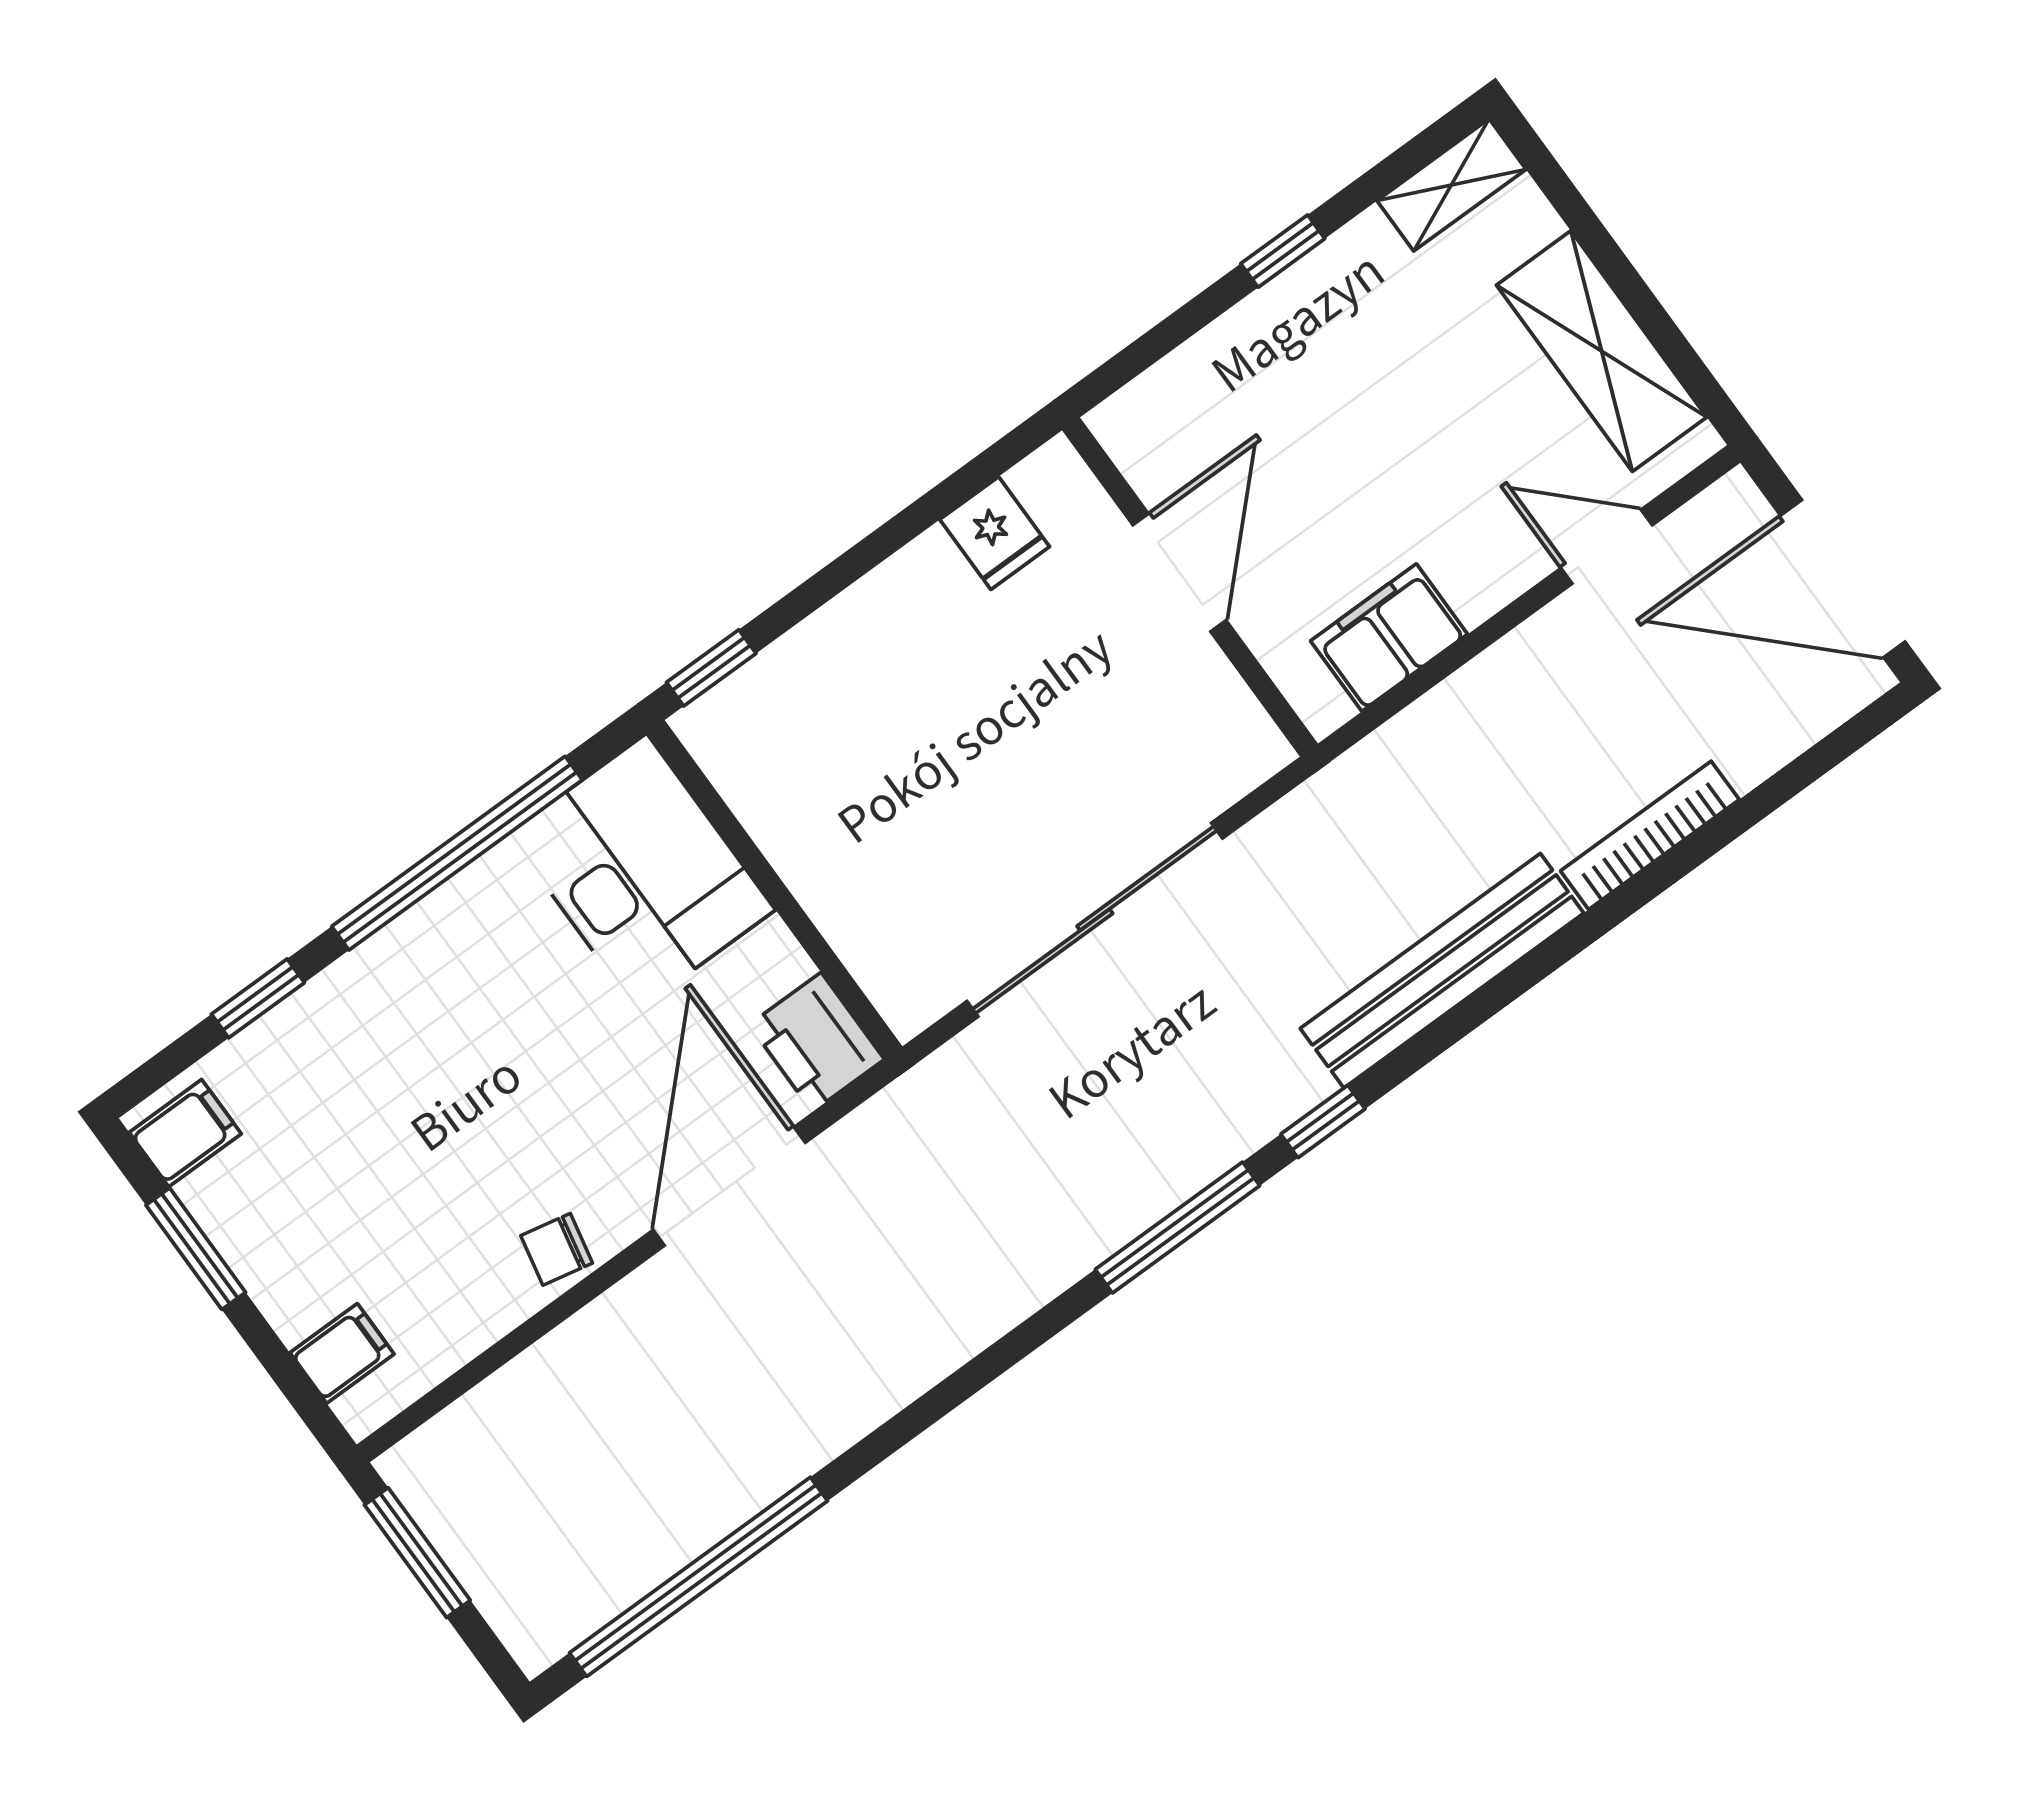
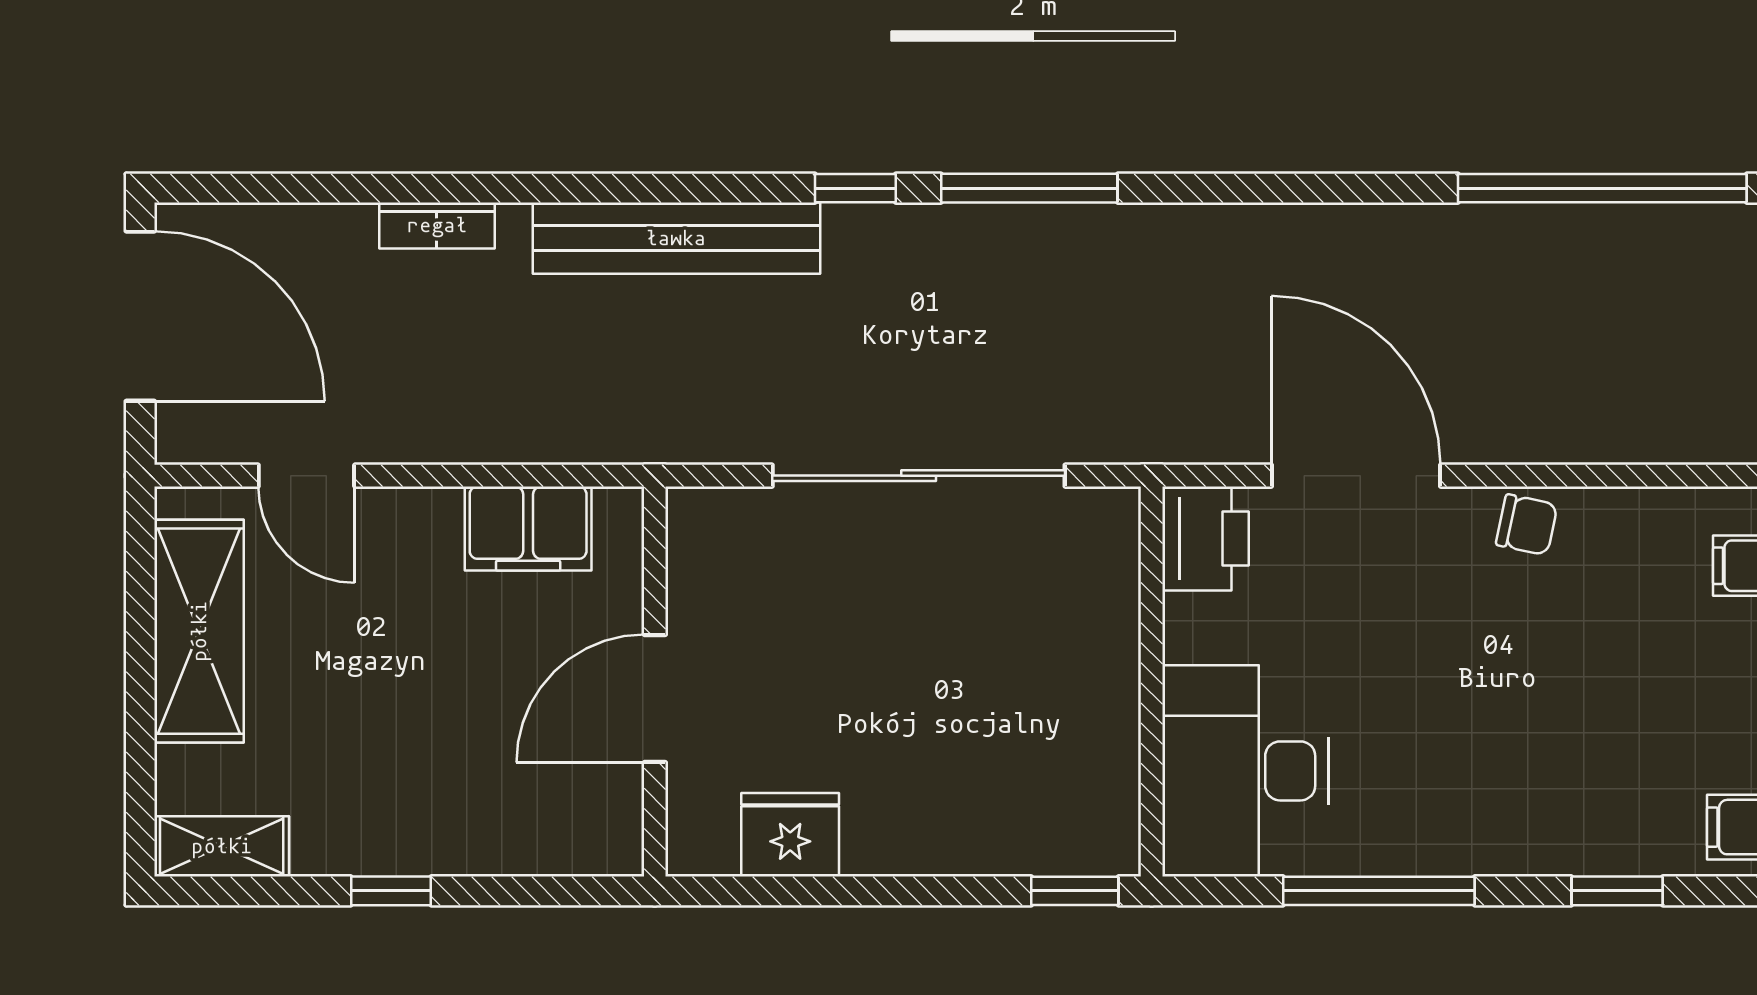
fridge: (995, 533) -> (790, 835), width x1.38
bookcase: (1650, 835) -> (437, 225), width x0.64
window: (457, 853) -> (1379, 891), width x0.68
door: (729, 1186) -> (1356, 476), swing flipped

